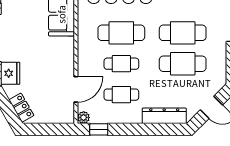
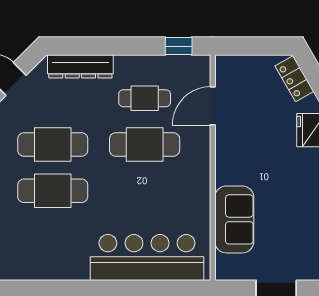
cafe table: (121, 33) -> (145, 191), removed
cafe table: (121, 64) -> (145, 144), width x1.37, depth x1.35
plant: (84, 117) -> (201, 64), removed

